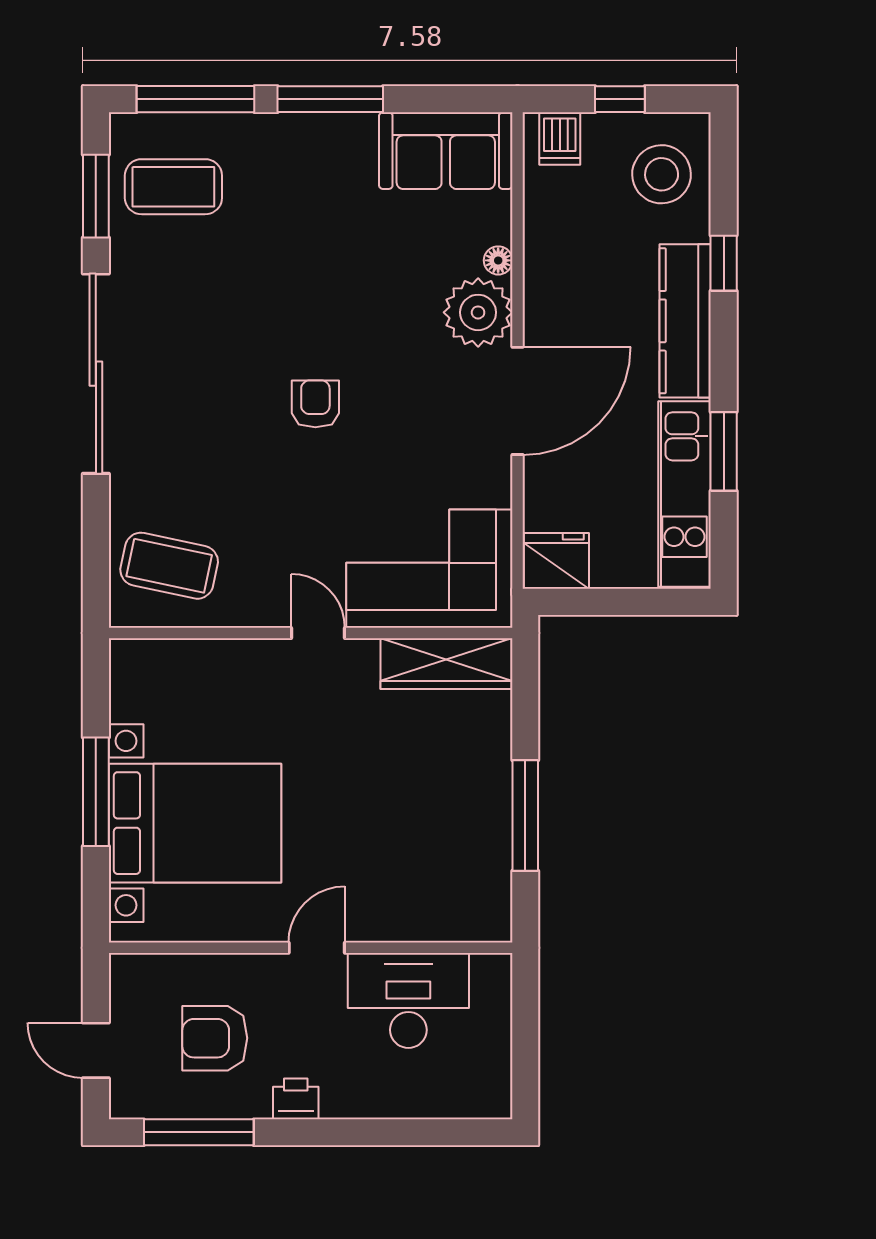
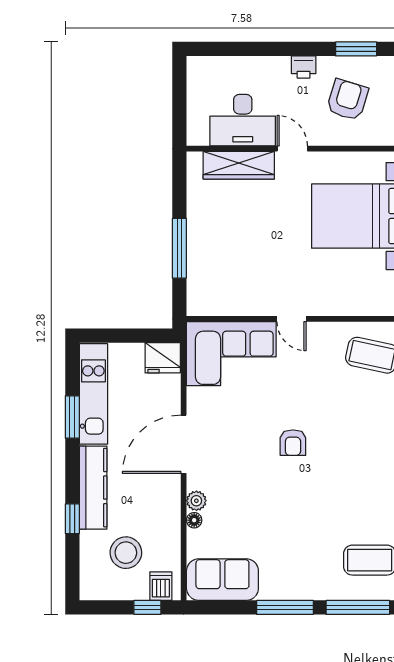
window: (620, 99) -> (147, 607), moved
stool: (662, 174) -> (126, 553), moved
plant: (478, 312) -> (196, 501), width x0.53, depth x0.53
wardrobe: (446, 664) -> (239, 165), moved, turned 180
window: (525, 815) -> (179, 248), moved
door: (317, 948) -> (292, 149), swing flipped
armchair: (215, 1038) -> (347, 100), turned -73
window: (199, 1132) -> (356, 49), width x0.69

